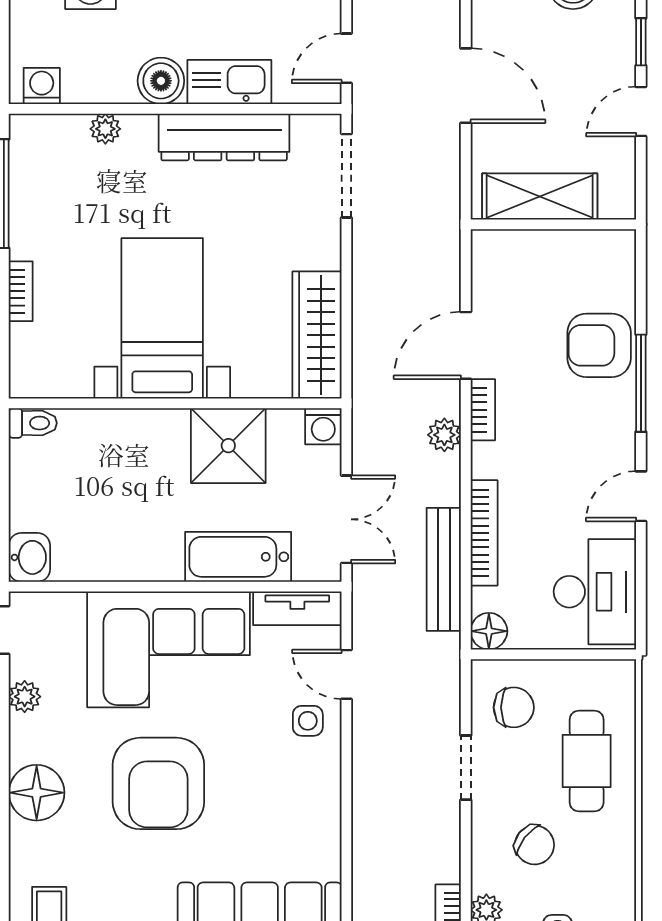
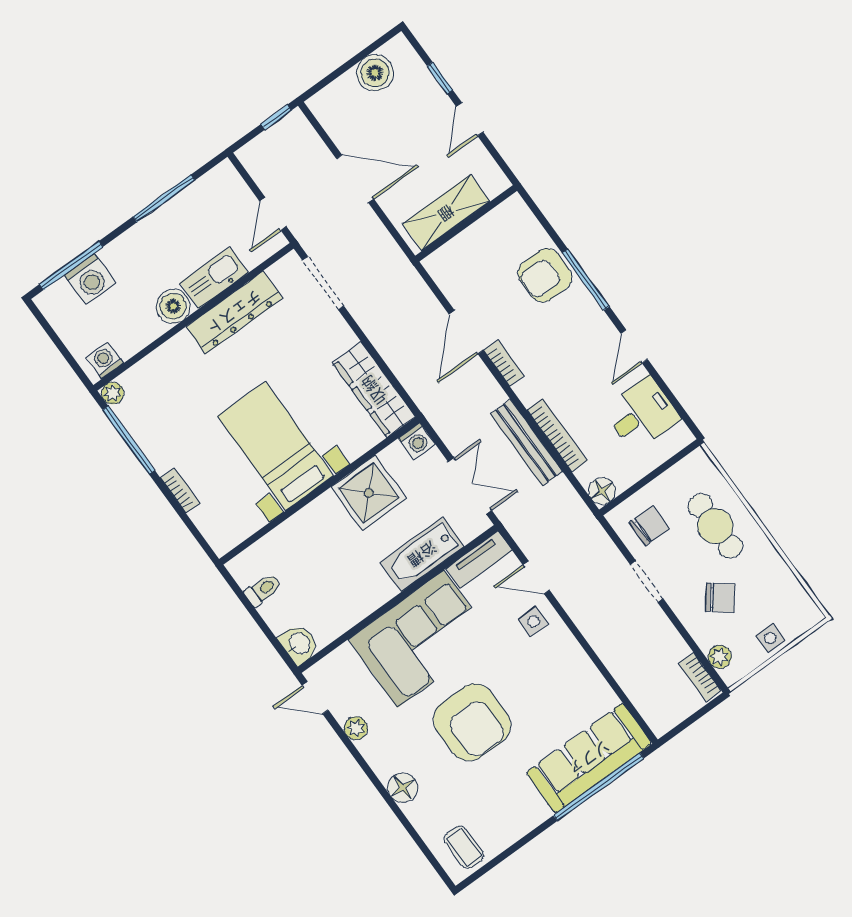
plant: (105, 129) -> (113, 393), moved
toilet: (33, 423) -> (263, 590), moved
plant: (444, 435) -> (492, 394), removed
bench: (444, 569) -> (526, 443), moved
desk: (595, 592) -> (642, 414), width x0.73
floor lamp: (37, 793) -> (403, 788), width x0.73, depth x0.73

